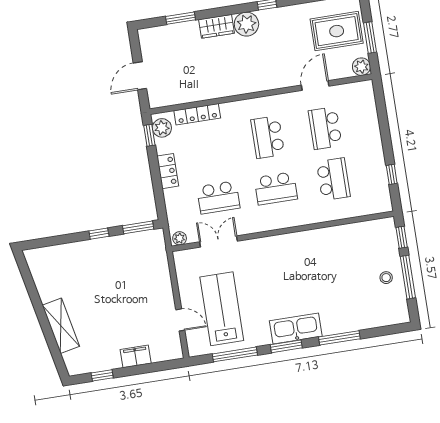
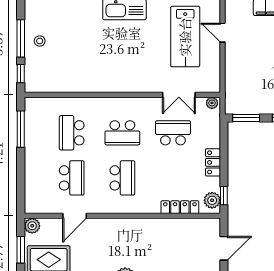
window: (392, 174) -> (21, 129), width x2.17
school desk: (276, 188) -> (122, 133), turned 180

